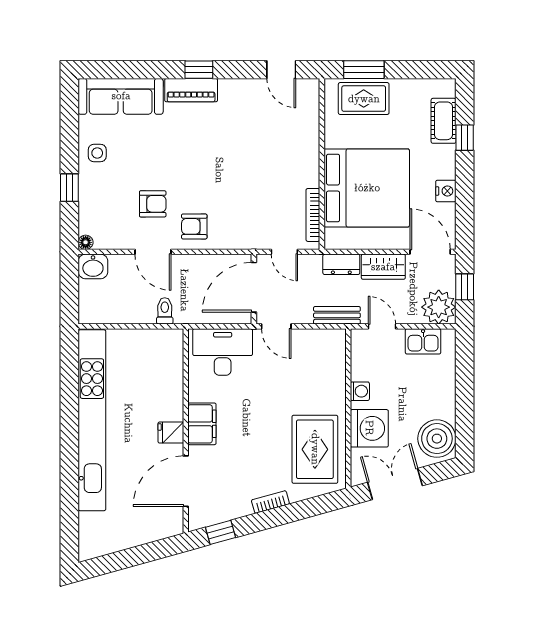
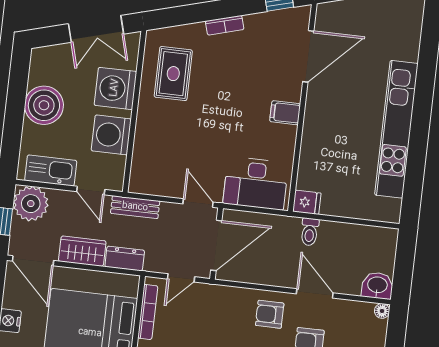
armchair: (194, 226) -> (270, 314), turned 180
door: (284, 252) -> (181, 278), swing flipped
kitchen sink: (423, 341) -> (51, 171), width x1.38
washing machine: (360, 391) -> (111, 135), width x1.89, depth x1.89
kitchen unit: (92, 420) -> (396, 129), width x0.73
filing cabinet: (202, 424) -> (285, 113), width x0.50
fridge: (171, 433) -> (307, 202), moved
boiler: (437, 439) -> (44, 105), moved
rug: (315, 449) -> (173, 74), width x0.73, depth x0.70

